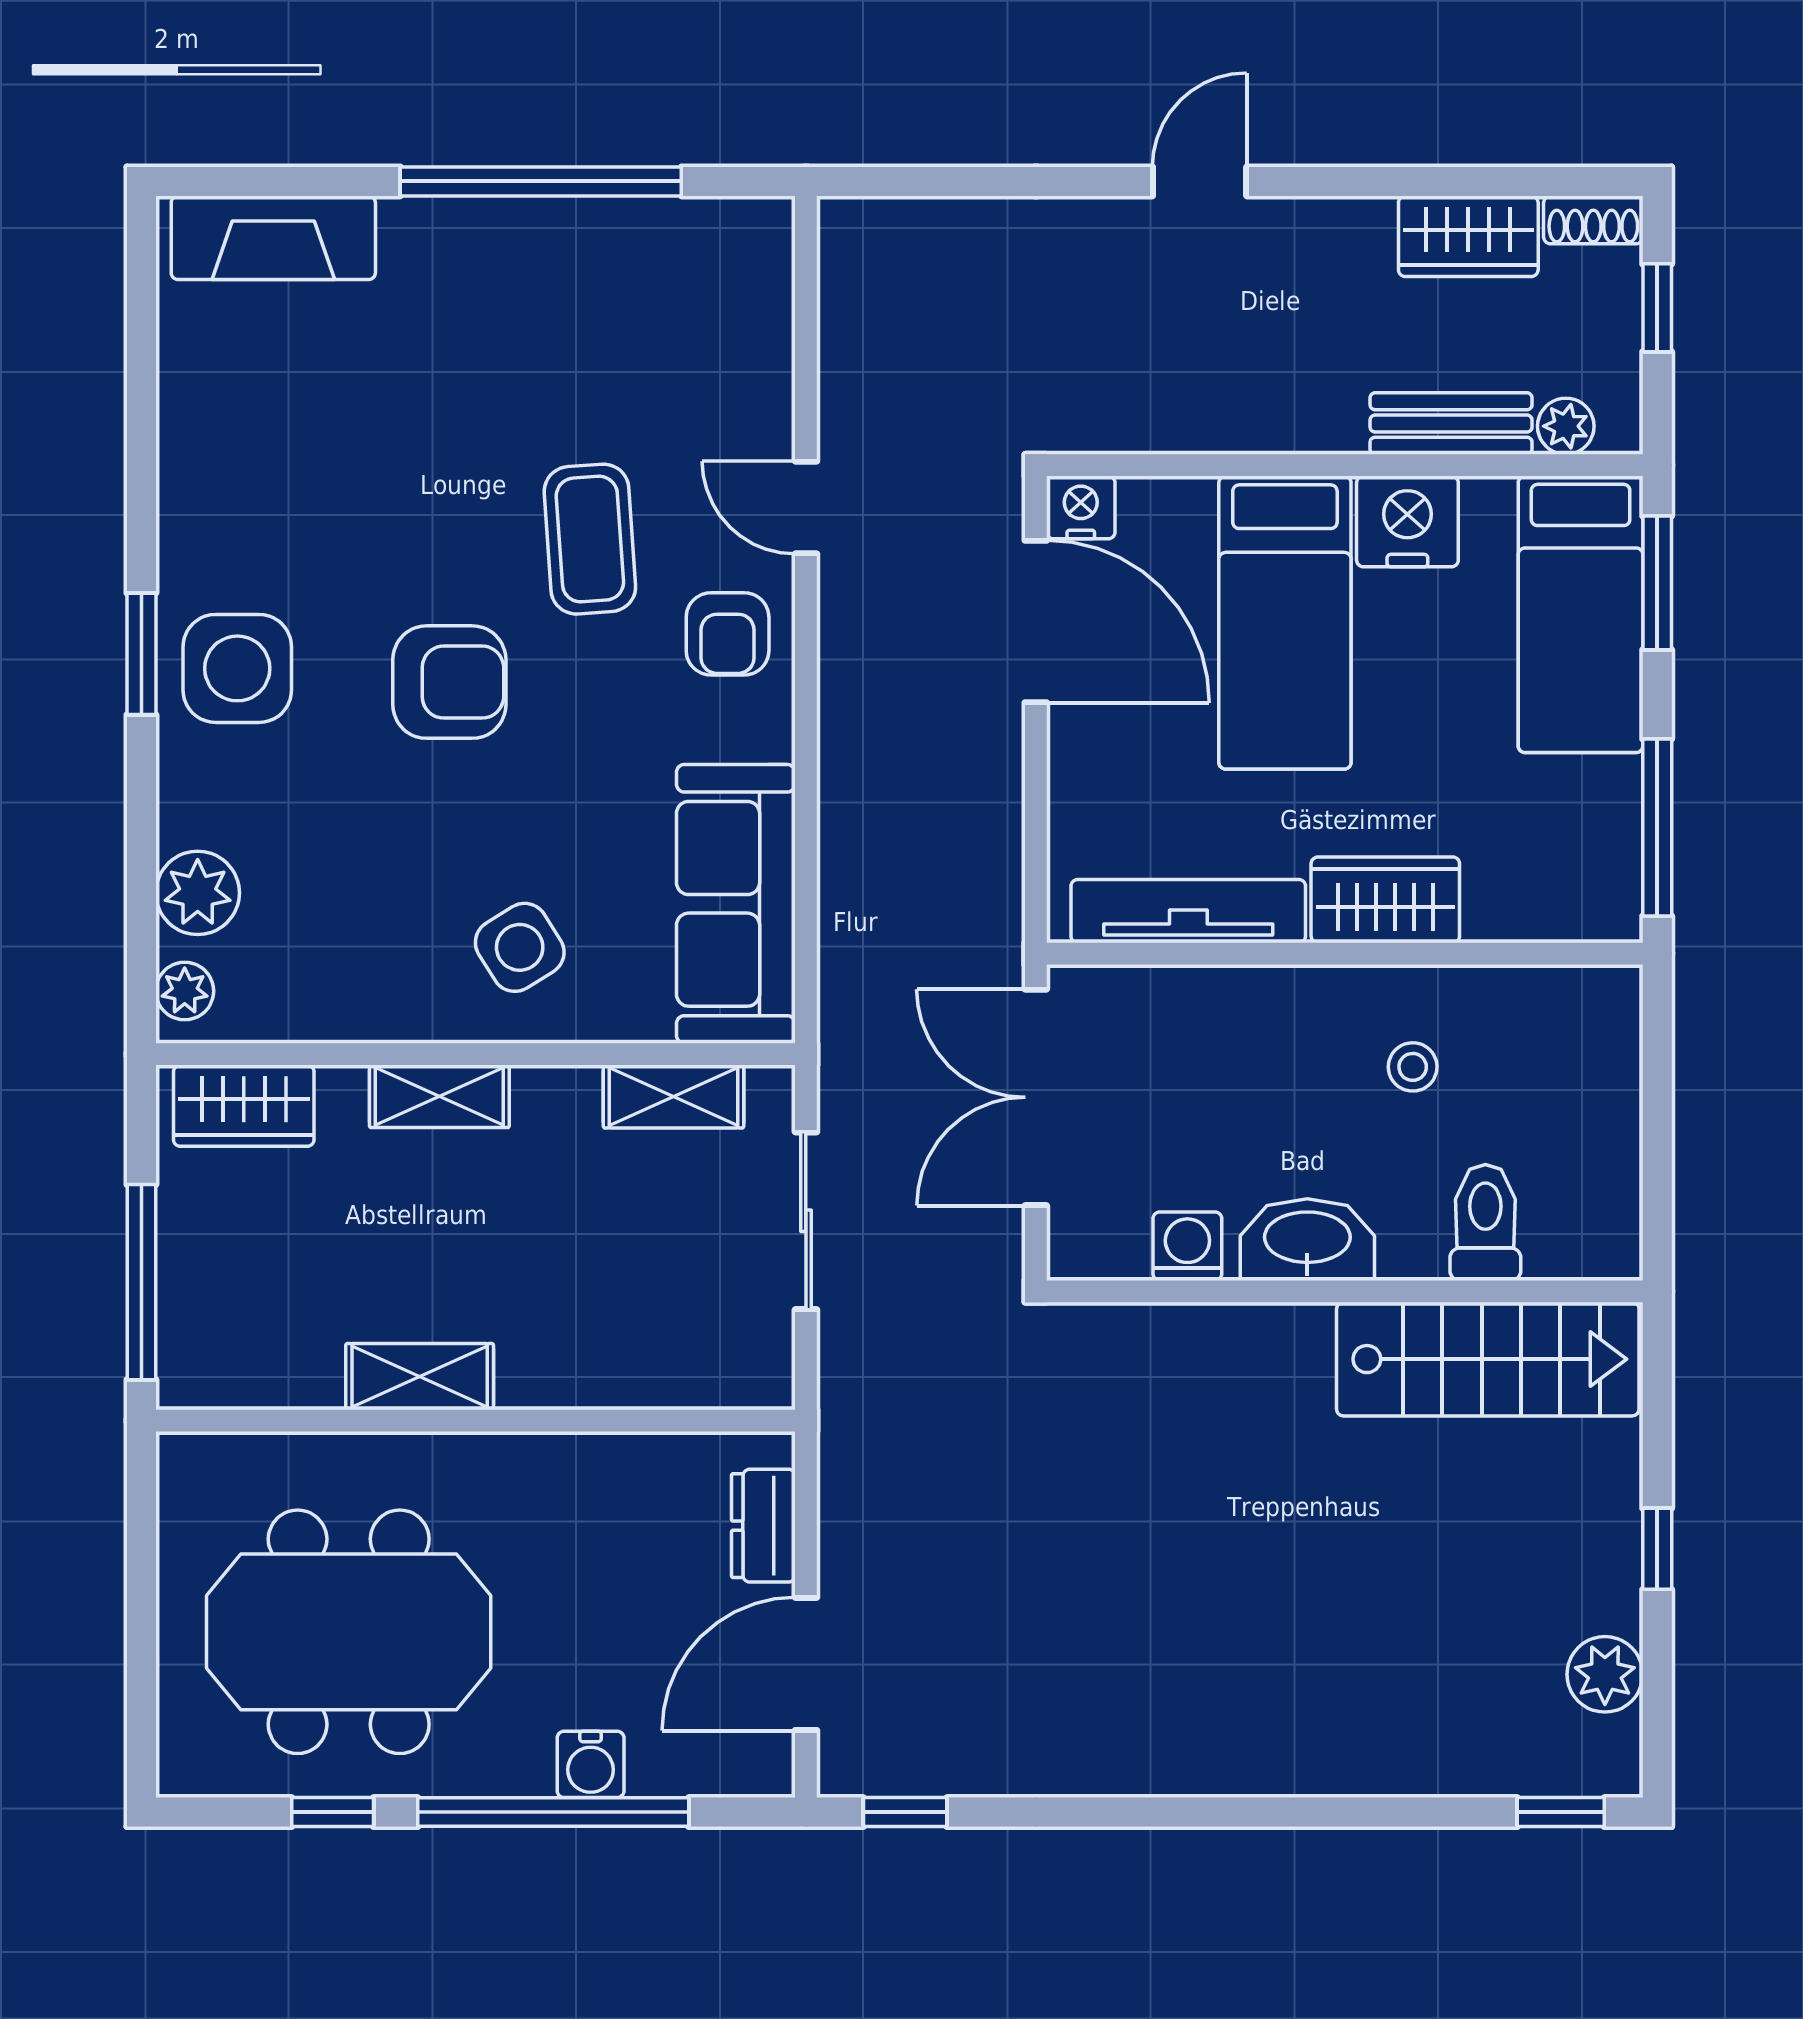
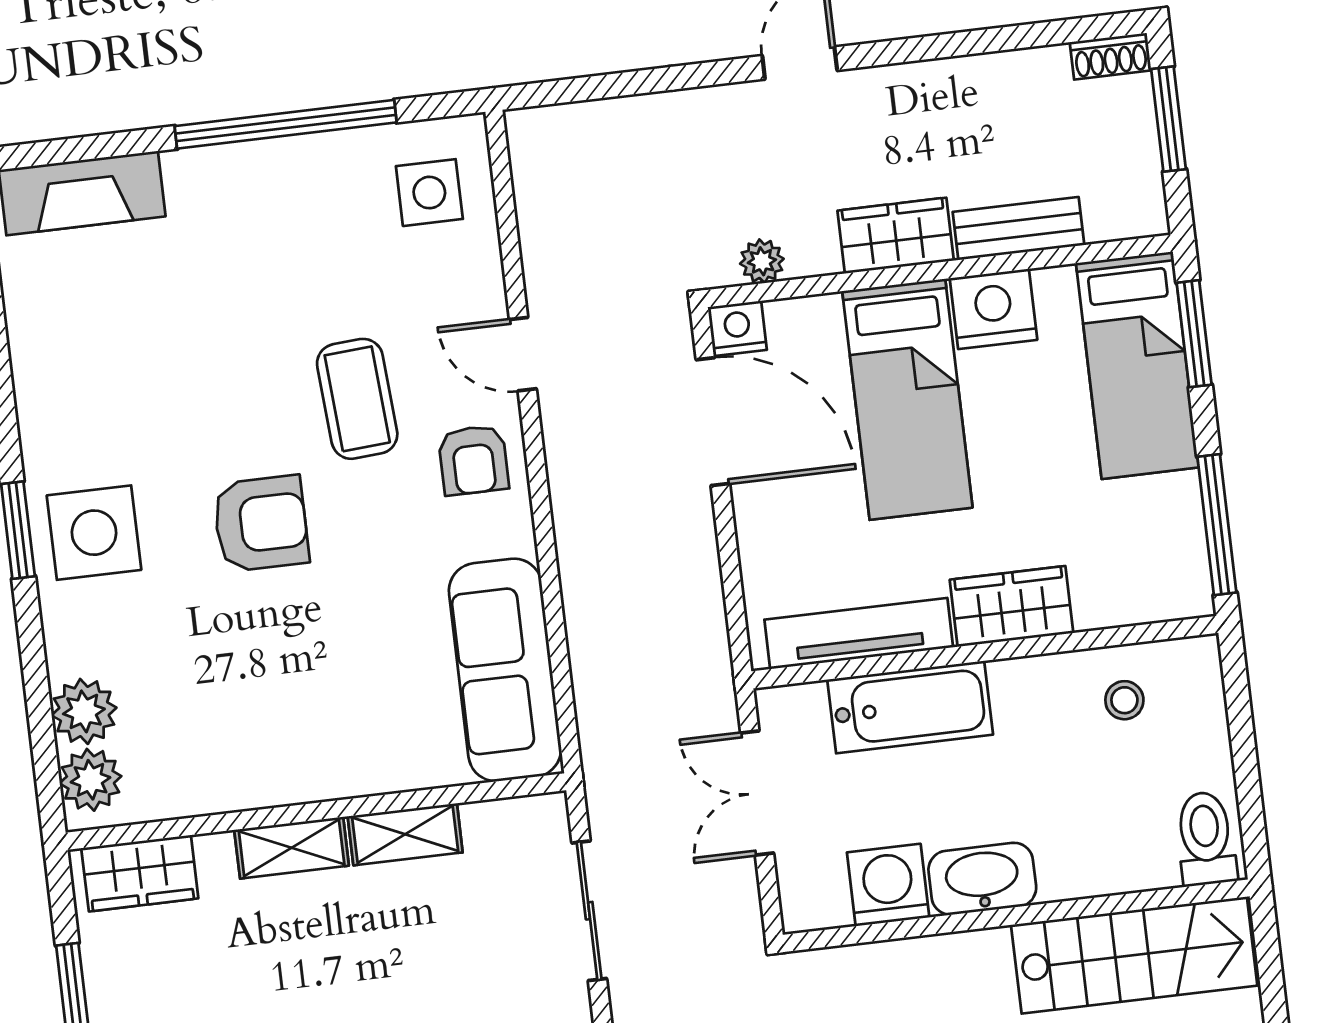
wardrobe: (1468, 236) -> (896, 236), moved, turned 180
window: (1657, 308) -> (1169, 119), width x1.50
plant: (1566, 426) -> (762, 261), moved
side table: (520, 947) -> (429, 193), moved, turned 32
plant: (185, 991) -> (90, 780), width x1.38, depth x1.38
bathtub: (1242, 1012) -> (910, 707), added
stool: (1413, 1067) -> (1124, 700), moved
shelving: (674, 1097) -> (405, 834), moved
double door: (1036, 1097) -> (757, 793), width x0.73
toilet: (1485, 1222) -> (1206, 839), moved
washing machine: (1187, 1246) -> (888, 885), width x1.38, depth x1.38

